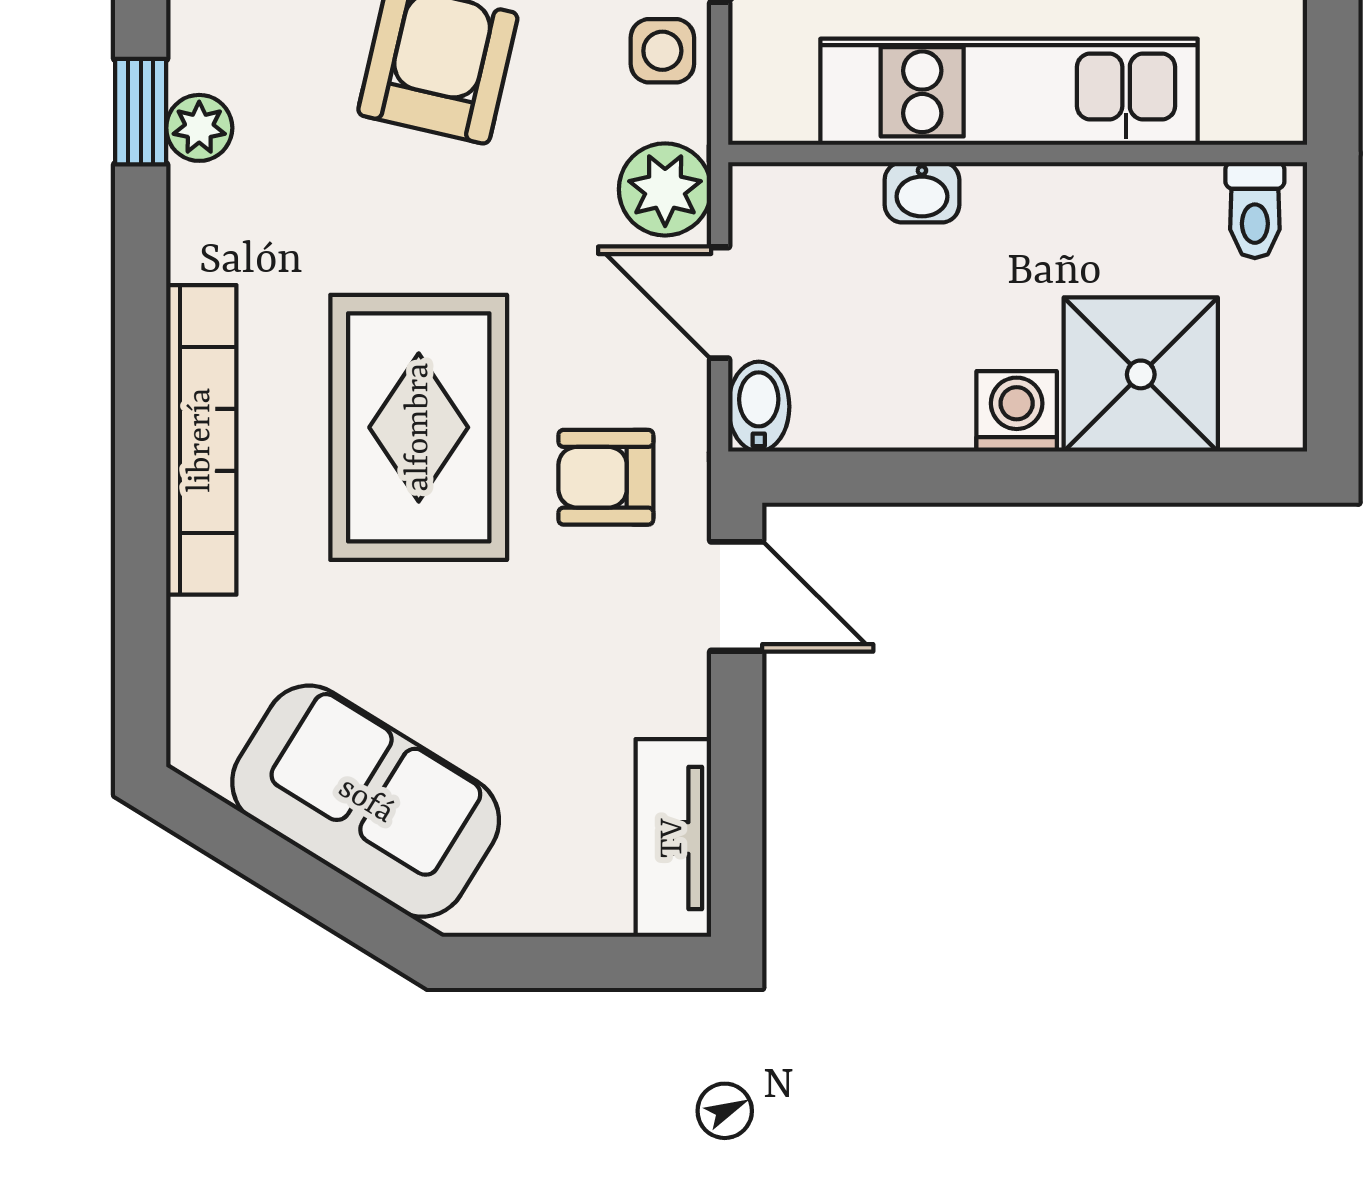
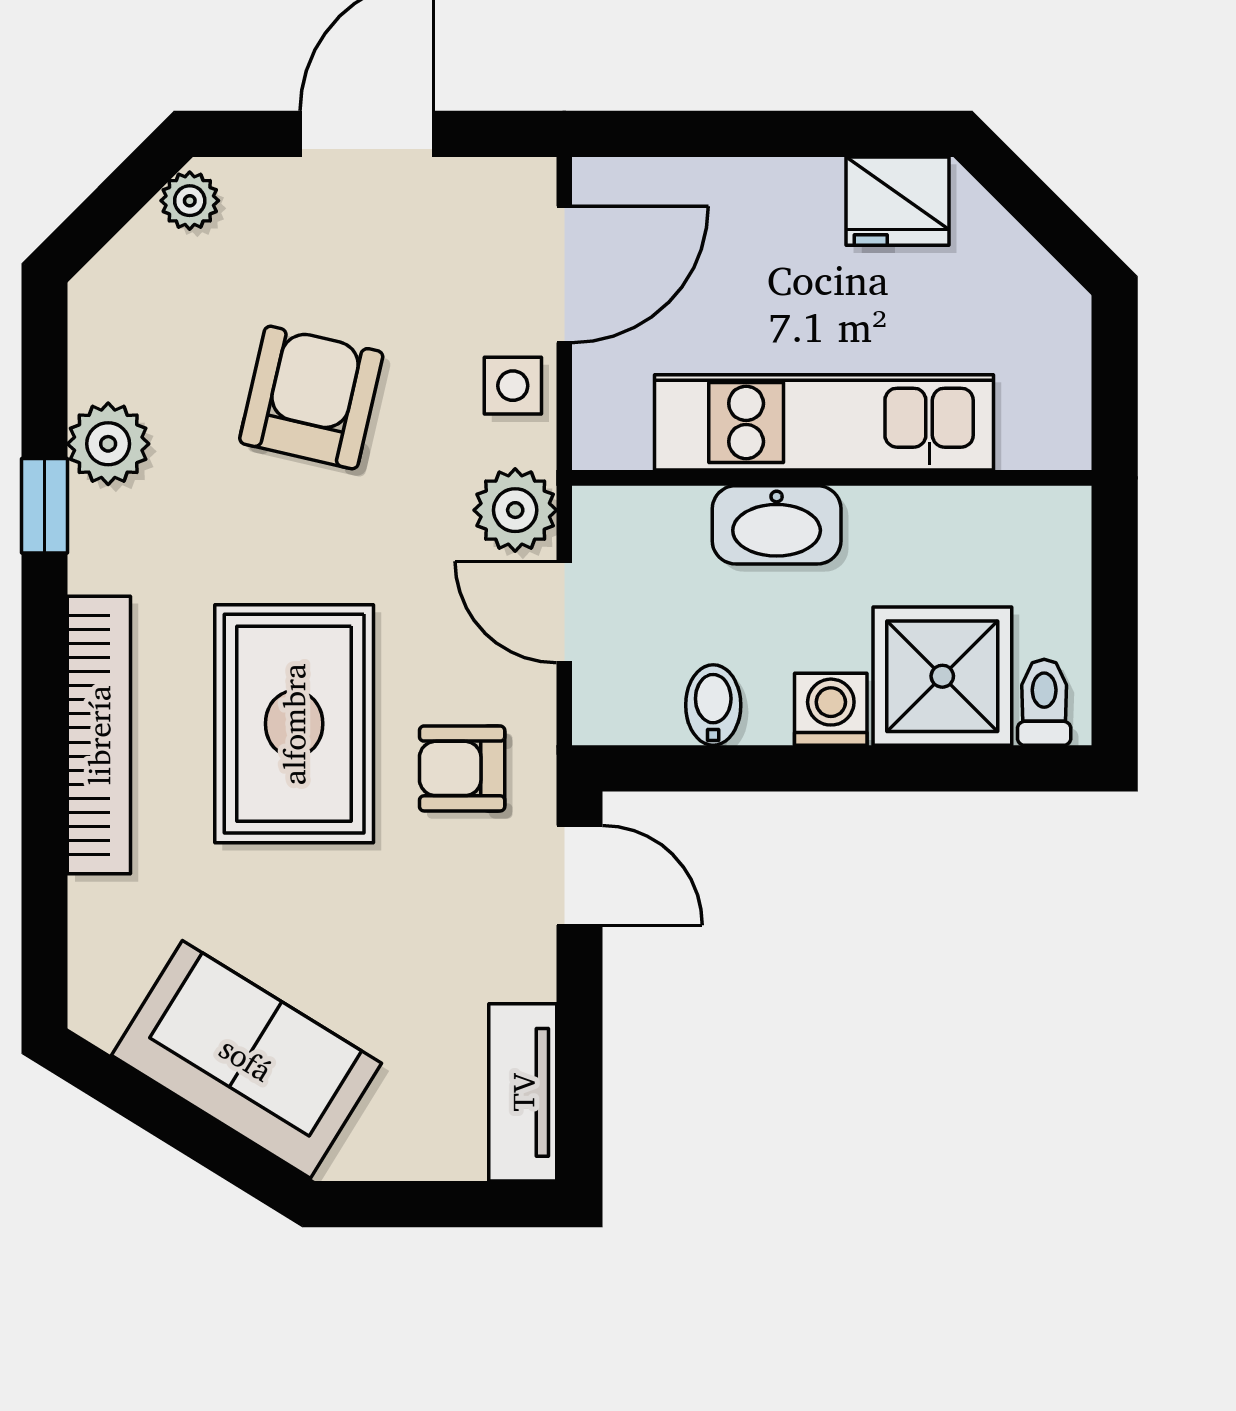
window: (141, 112) -> (44, 506), moved
plant: (199, 128) -> (108, 444), width x1.38, depth x1.38
washbasin: (922, 192) -> (777, 525), width x1.91, depth x1.45
toilet: (1255, 210) -> (1044, 702), moved, turned 180
bidet: (759, 407) -> (713, 705), moved

